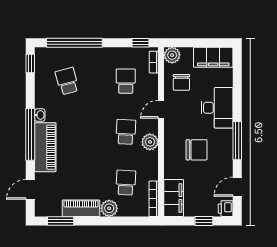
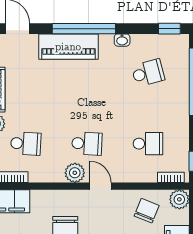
chair: (181, 82) -> (147, 211), turned 112
door: (161, 109) -> (100, 186), moved
washbasin: (40, 115) -> (122, 40), moved

